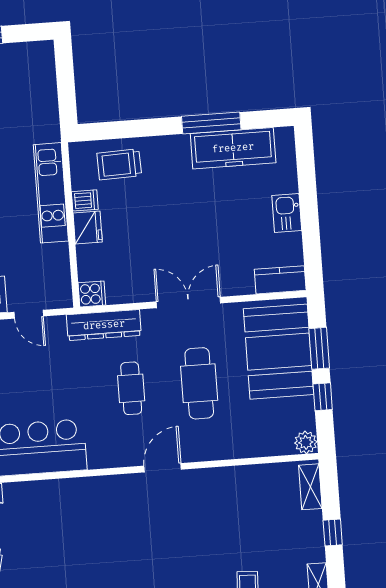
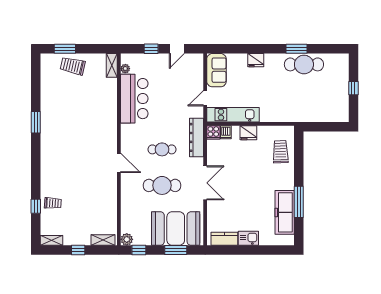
kitchen unit: (51, 193) -> (233, 115), moved
dishwasher: (85, 200) -> (226, 132), moved
kitchen counter: (280, 280) -> (224, 239), moved, turned -90
window: (323, 397) -> (139, 250), moved

